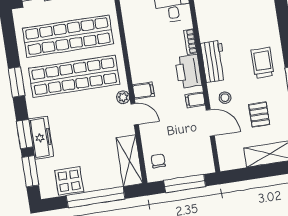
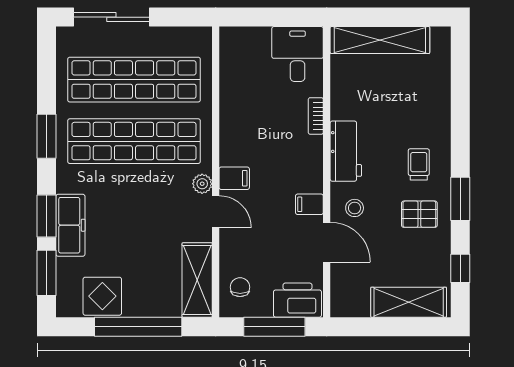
trolley: (263, 63) -> (419, 164), width x0.73, depth x0.72
printer: (188, 71) -> (297, 300), moved, turned 90
pallet: (259, 115) -> (419, 214), moved, turned 90

